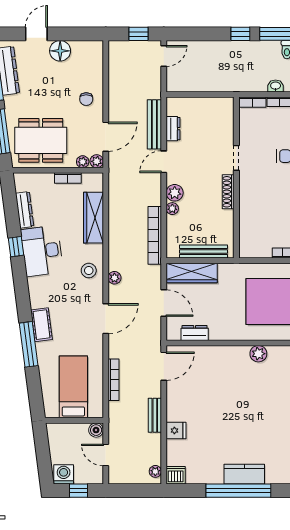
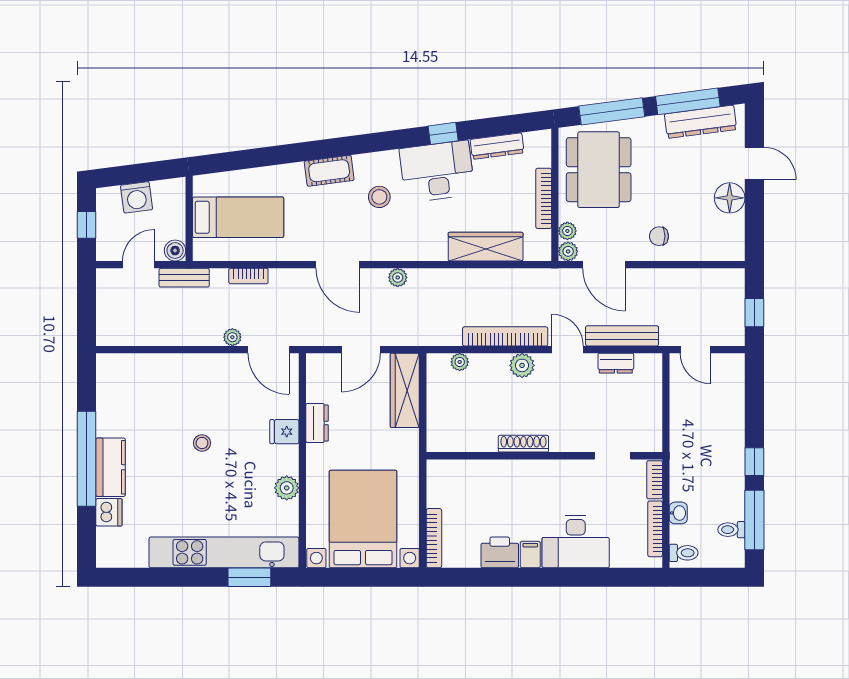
door: (164, 56) -> (695, 350), moved
doorway: (236, 158) -> (613, 456), moved
bookcase: (68, 178) -> (544, 198), width x1.56
plant: (172, 209) -> (460, 362), moved
bookcase: (155, 235) -> (505, 336), moved
bench: (204, 252) -> (436, 408), removed
stool: (89, 271) -> (379, 197), moved
dresser: (195, 333) -> (317, 423), moved
window: (29, 344) -> (300, 152), removed
bookcase: (113, 380) -> (248, 276), width x0.64
stool: (228, 412) -> (202, 443), added
bench: (155, 415) -> (184, 278), moved
fridge: (176, 431) -> (284, 432), moved, turned 90
plant: (155, 471) -> (232, 337), moved
washing machine: (64, 474) -> (137, 197), moved, turned 83
dishwasher: (176, 475) -> (109, 512), moved

